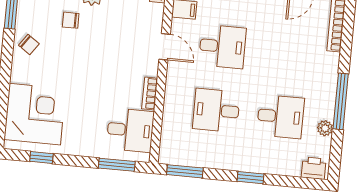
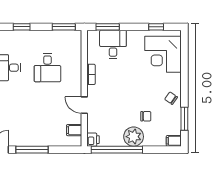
desk: (222, 46) -> (47, 109), removed
desk: (216, 110) -> (47, 68), turned 90
desk: (130, 130) -> (113, 44), moved, turned 90

